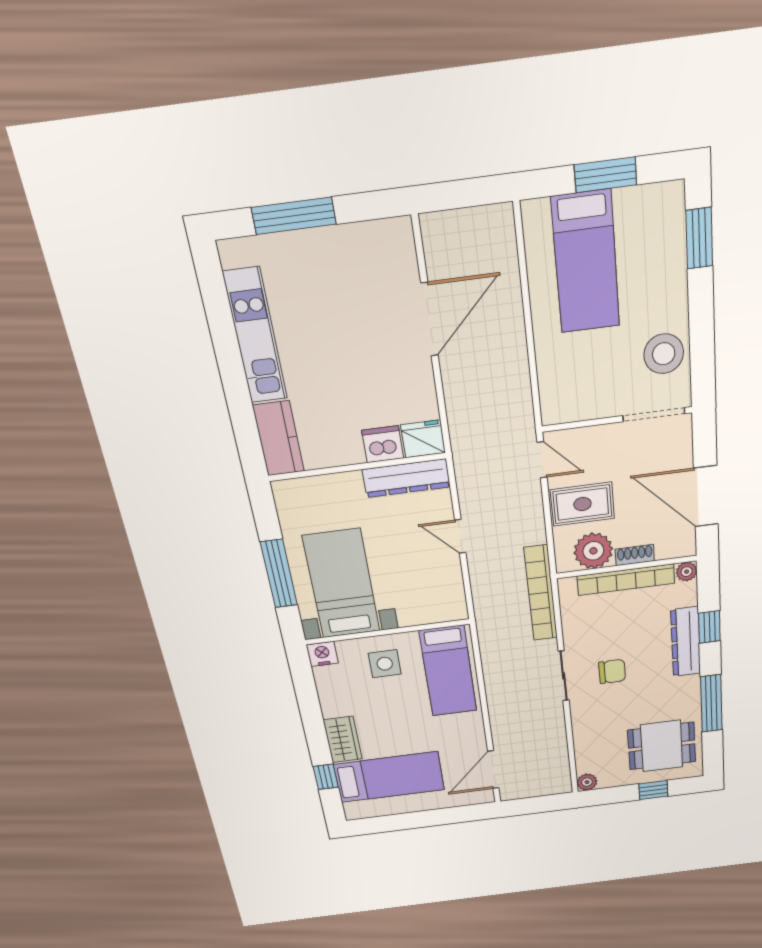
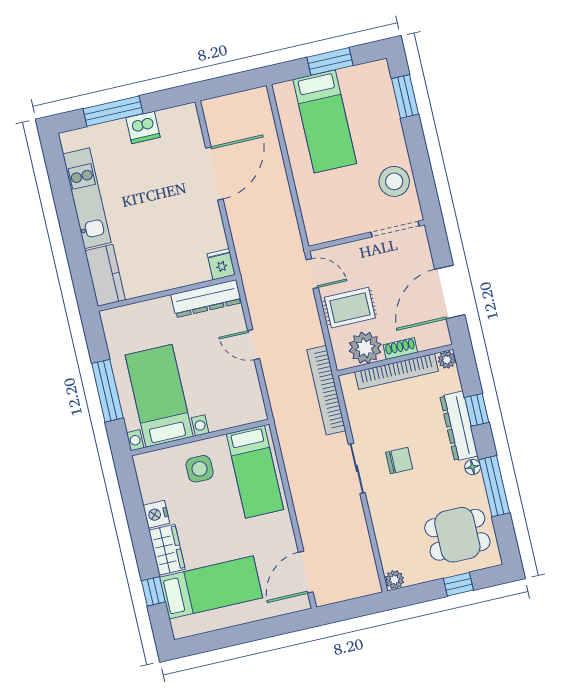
fridge: (423, 439) -> (221, 264), width x0.72
dishwasher: (383, 444) -> (143, 127), moved, turned 180
door: (706, 496) -> (450, 292), hinge flipped
nightstand: (322, 654) -> (156, 514), moved, turned -90
floor lamp: (692, 683) -> (473, 467), added

